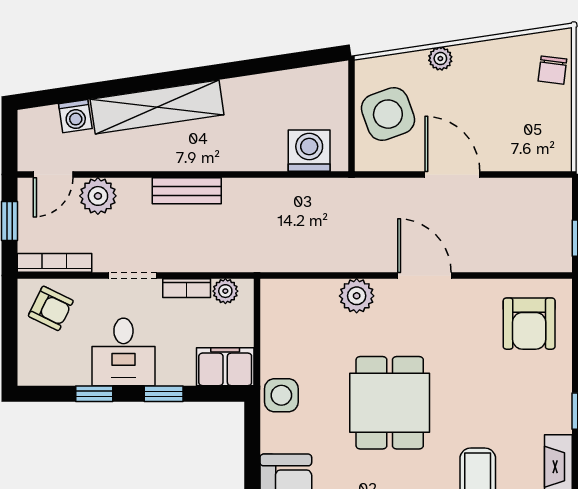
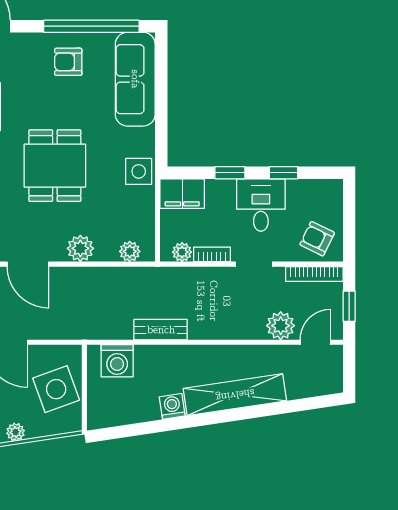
washing machine: (75, 116) -> (172, 406), moved
bench: (187, 191) -> (161, 330), moved
plant: (293, 292) -> (130, 251), added

